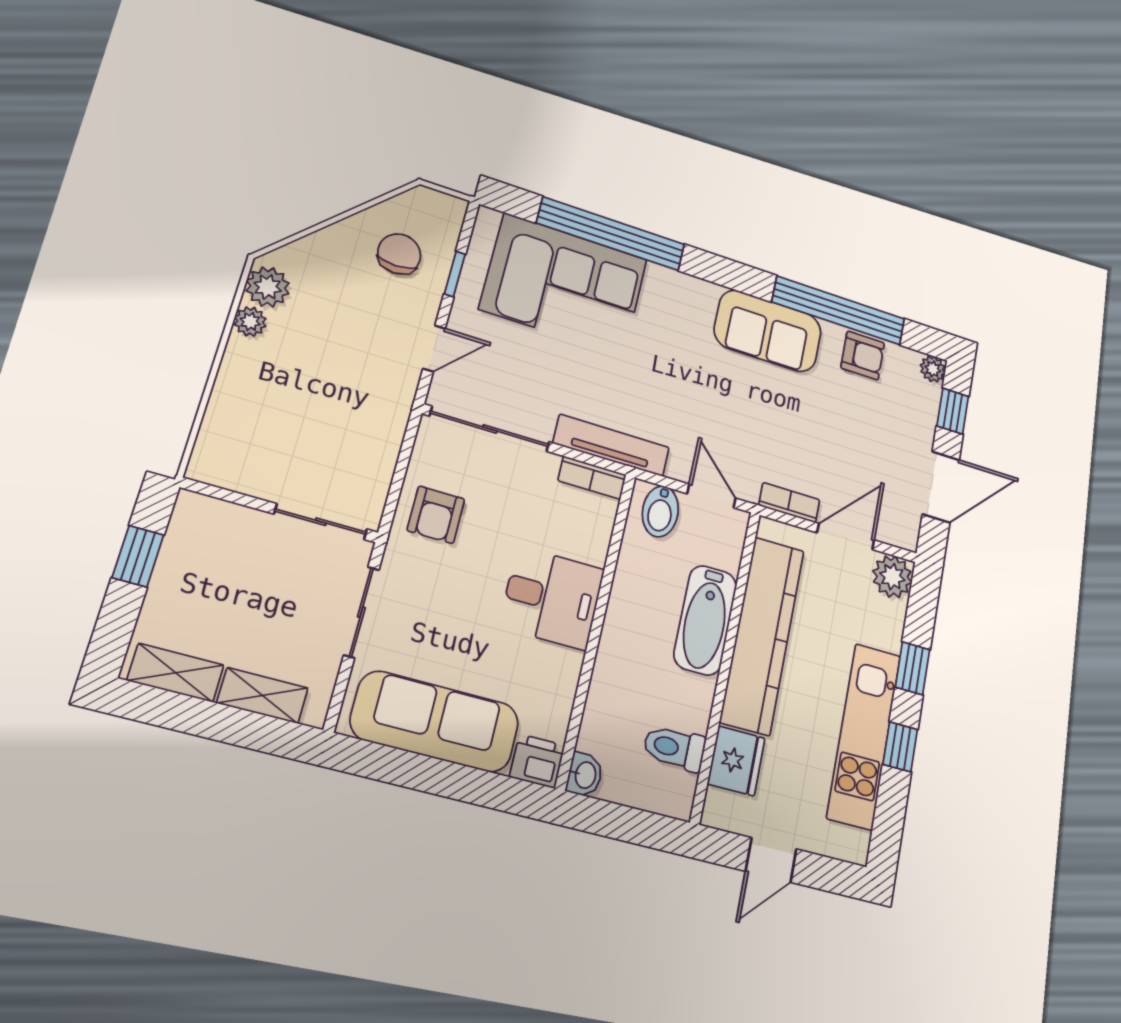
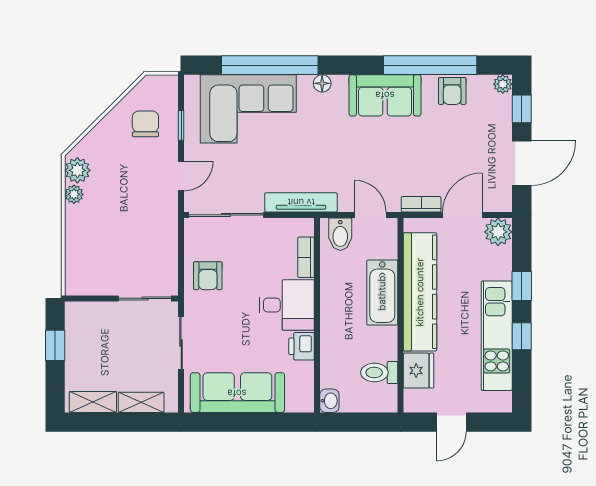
floor lamp: (682, 285) -> (322, 83), added
armchair: (863, 356) -> (452, 91), turned 90
bookcase: (592, 478) -> (306, 257), moved, turned 90
printer: (537, 761) -> (302, 346), moved, turned -90

